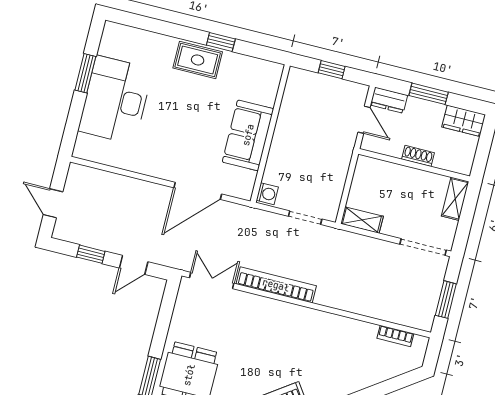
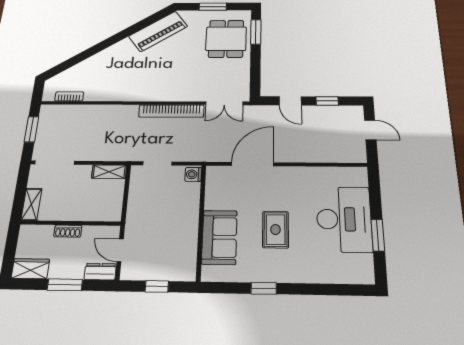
rug: (198, 60) -> (276, 230), moved, turned 90
sofa: (248, 135) -> (219, 237), moved
door: (134, 265) -> (290, 101), swing flipped

